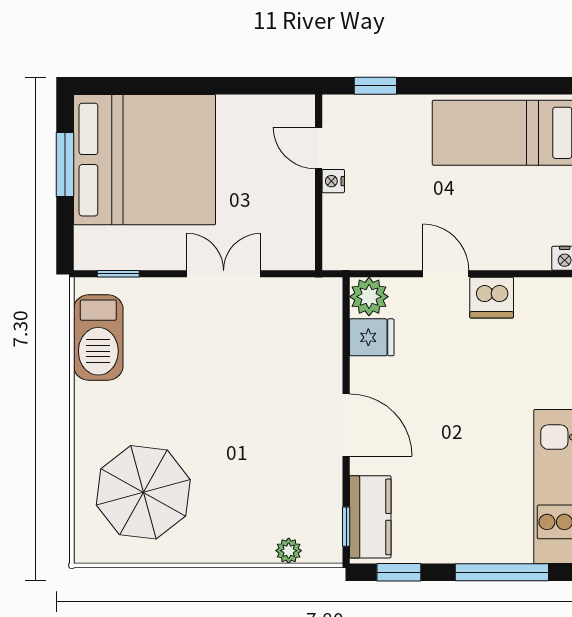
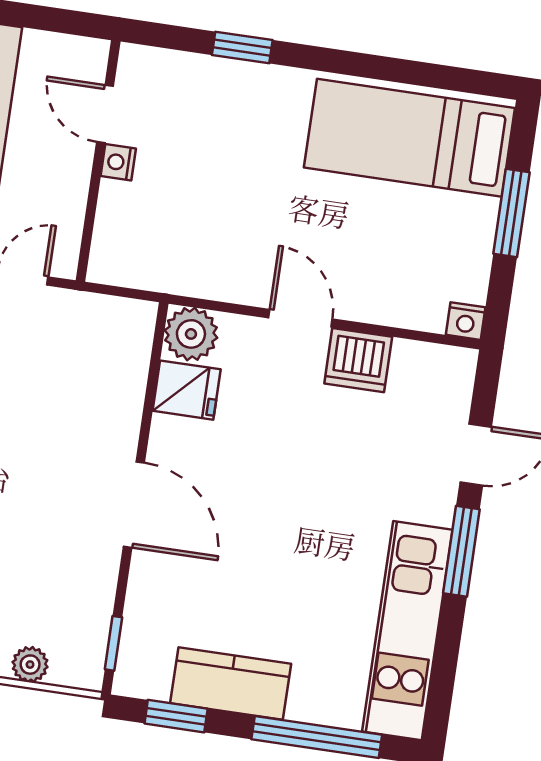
door: (319, 148) -> (105, 114), moved
nightstand: (333, 181) -> (118, 162), moved
wall: (319, 182) -> (98, 161), moved
kitchen counter: (370, 517) -> (231, 683), moved, turned -90

